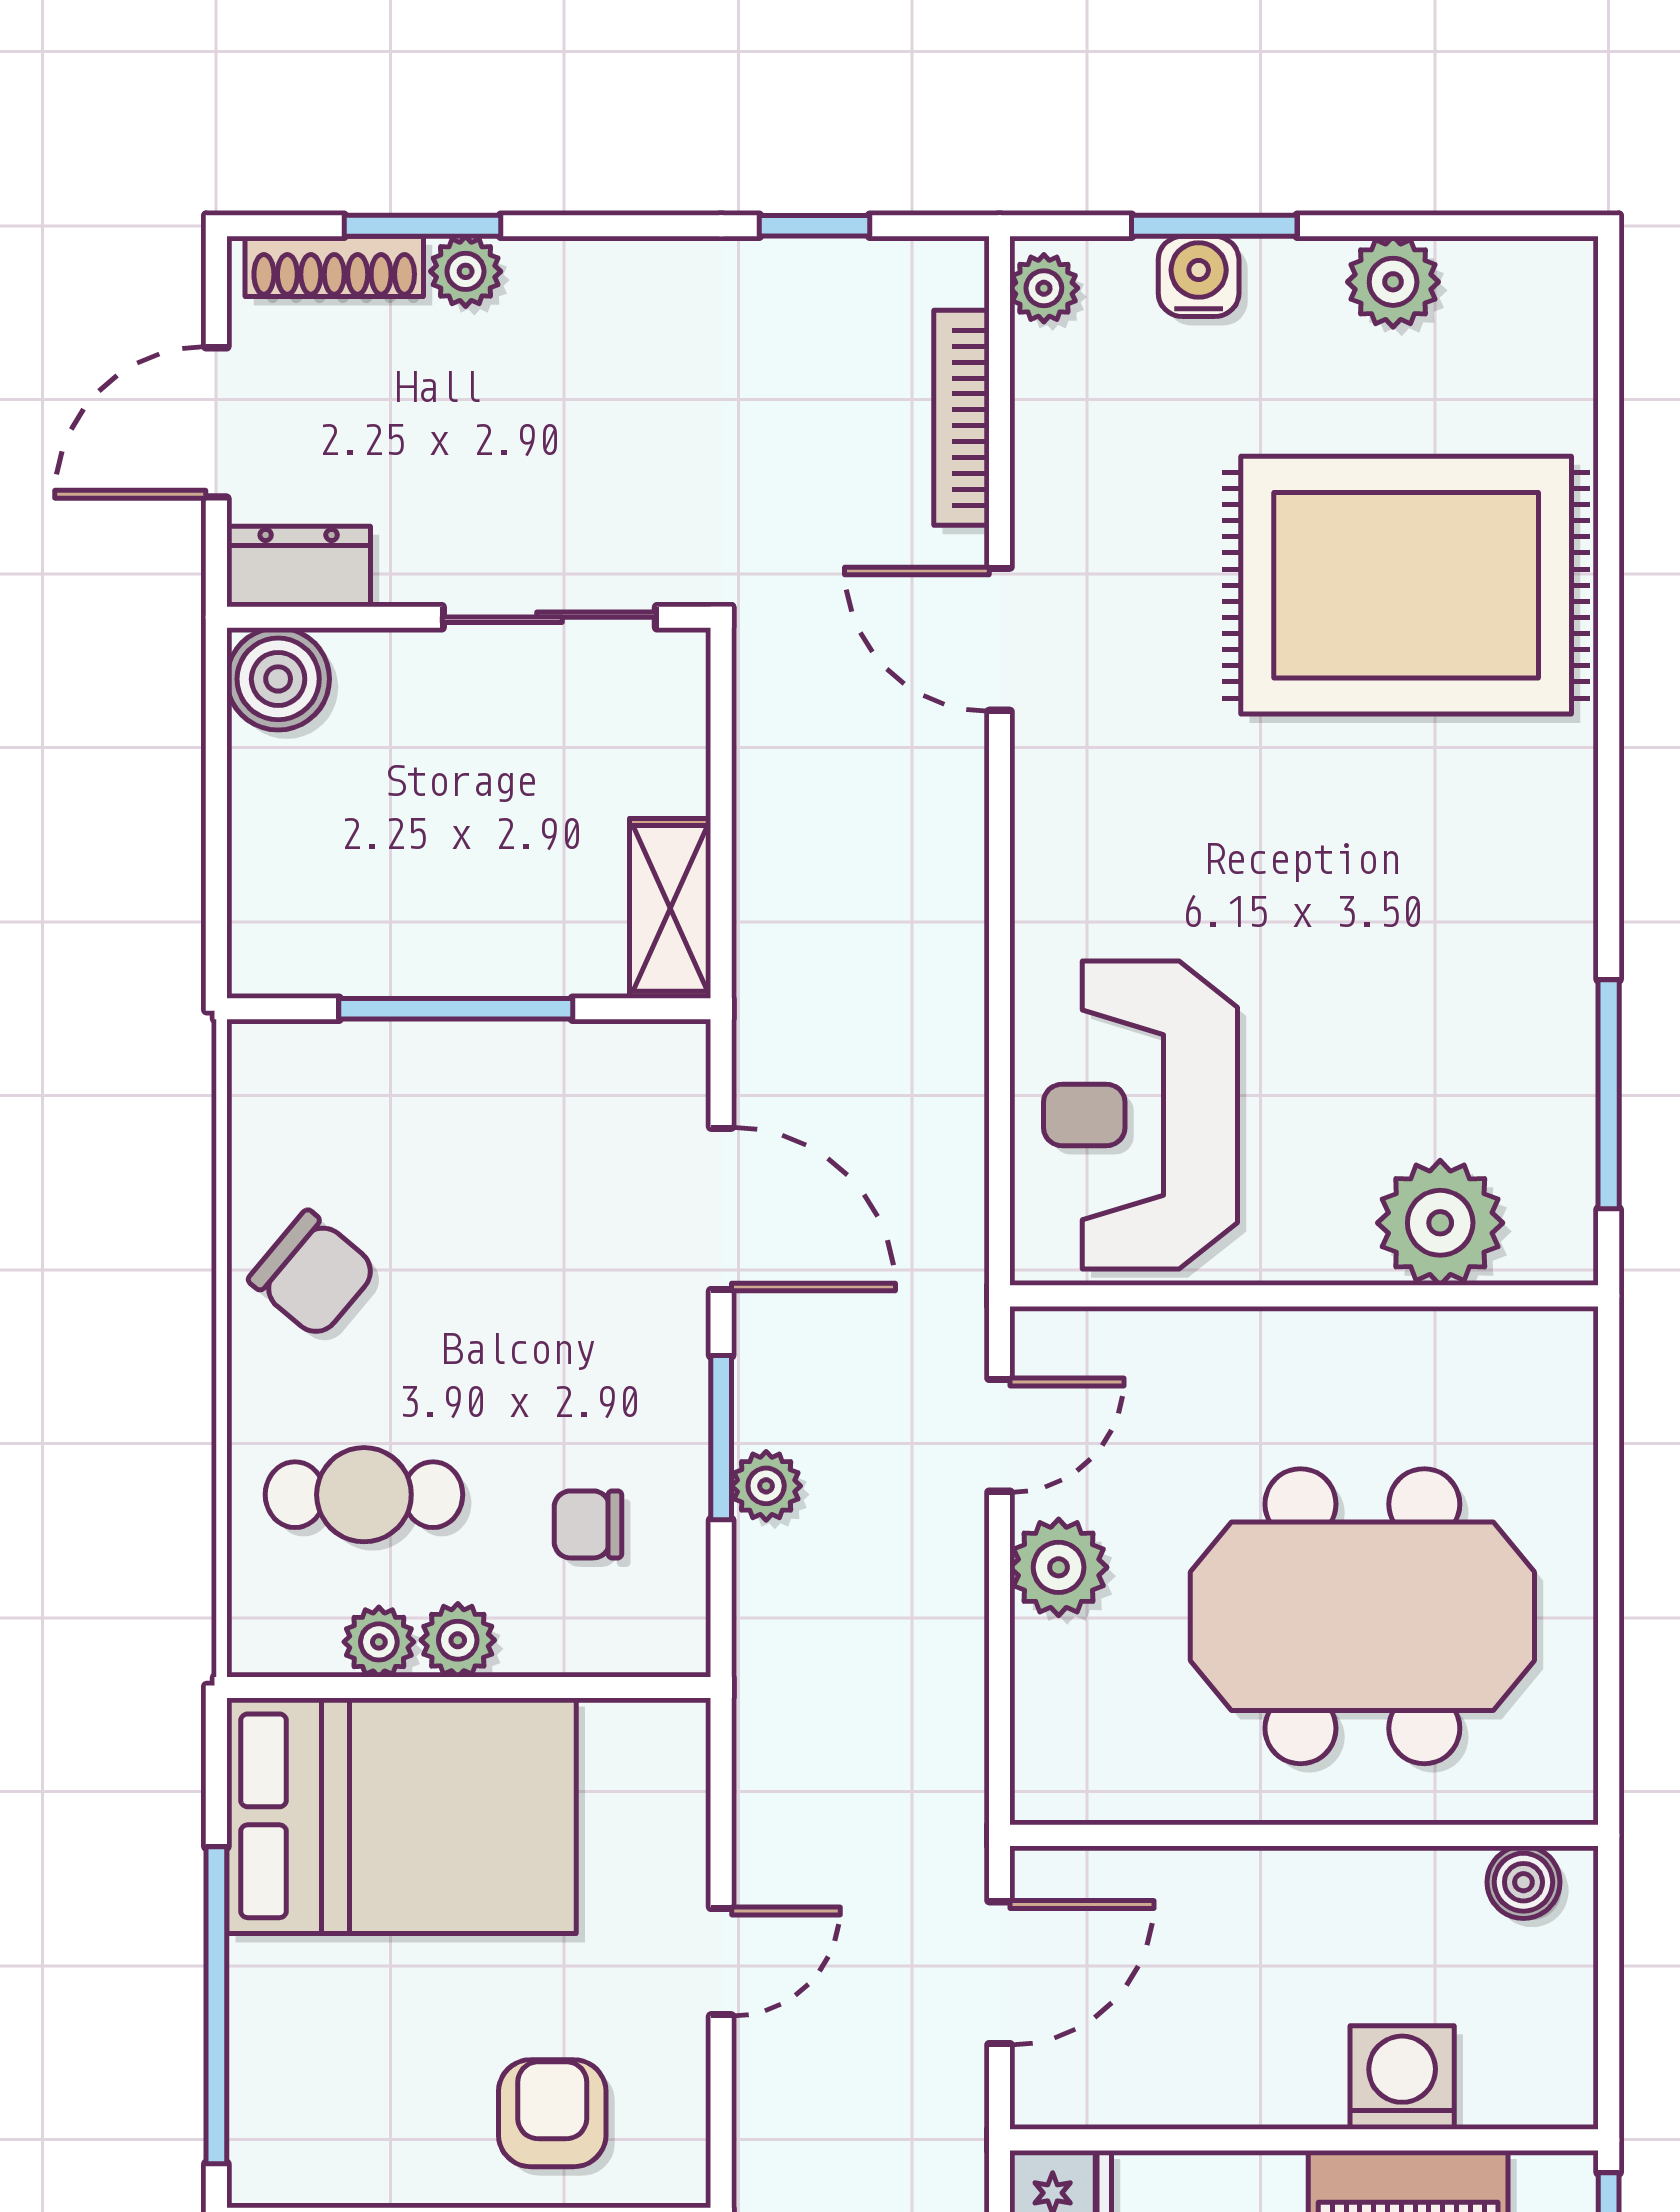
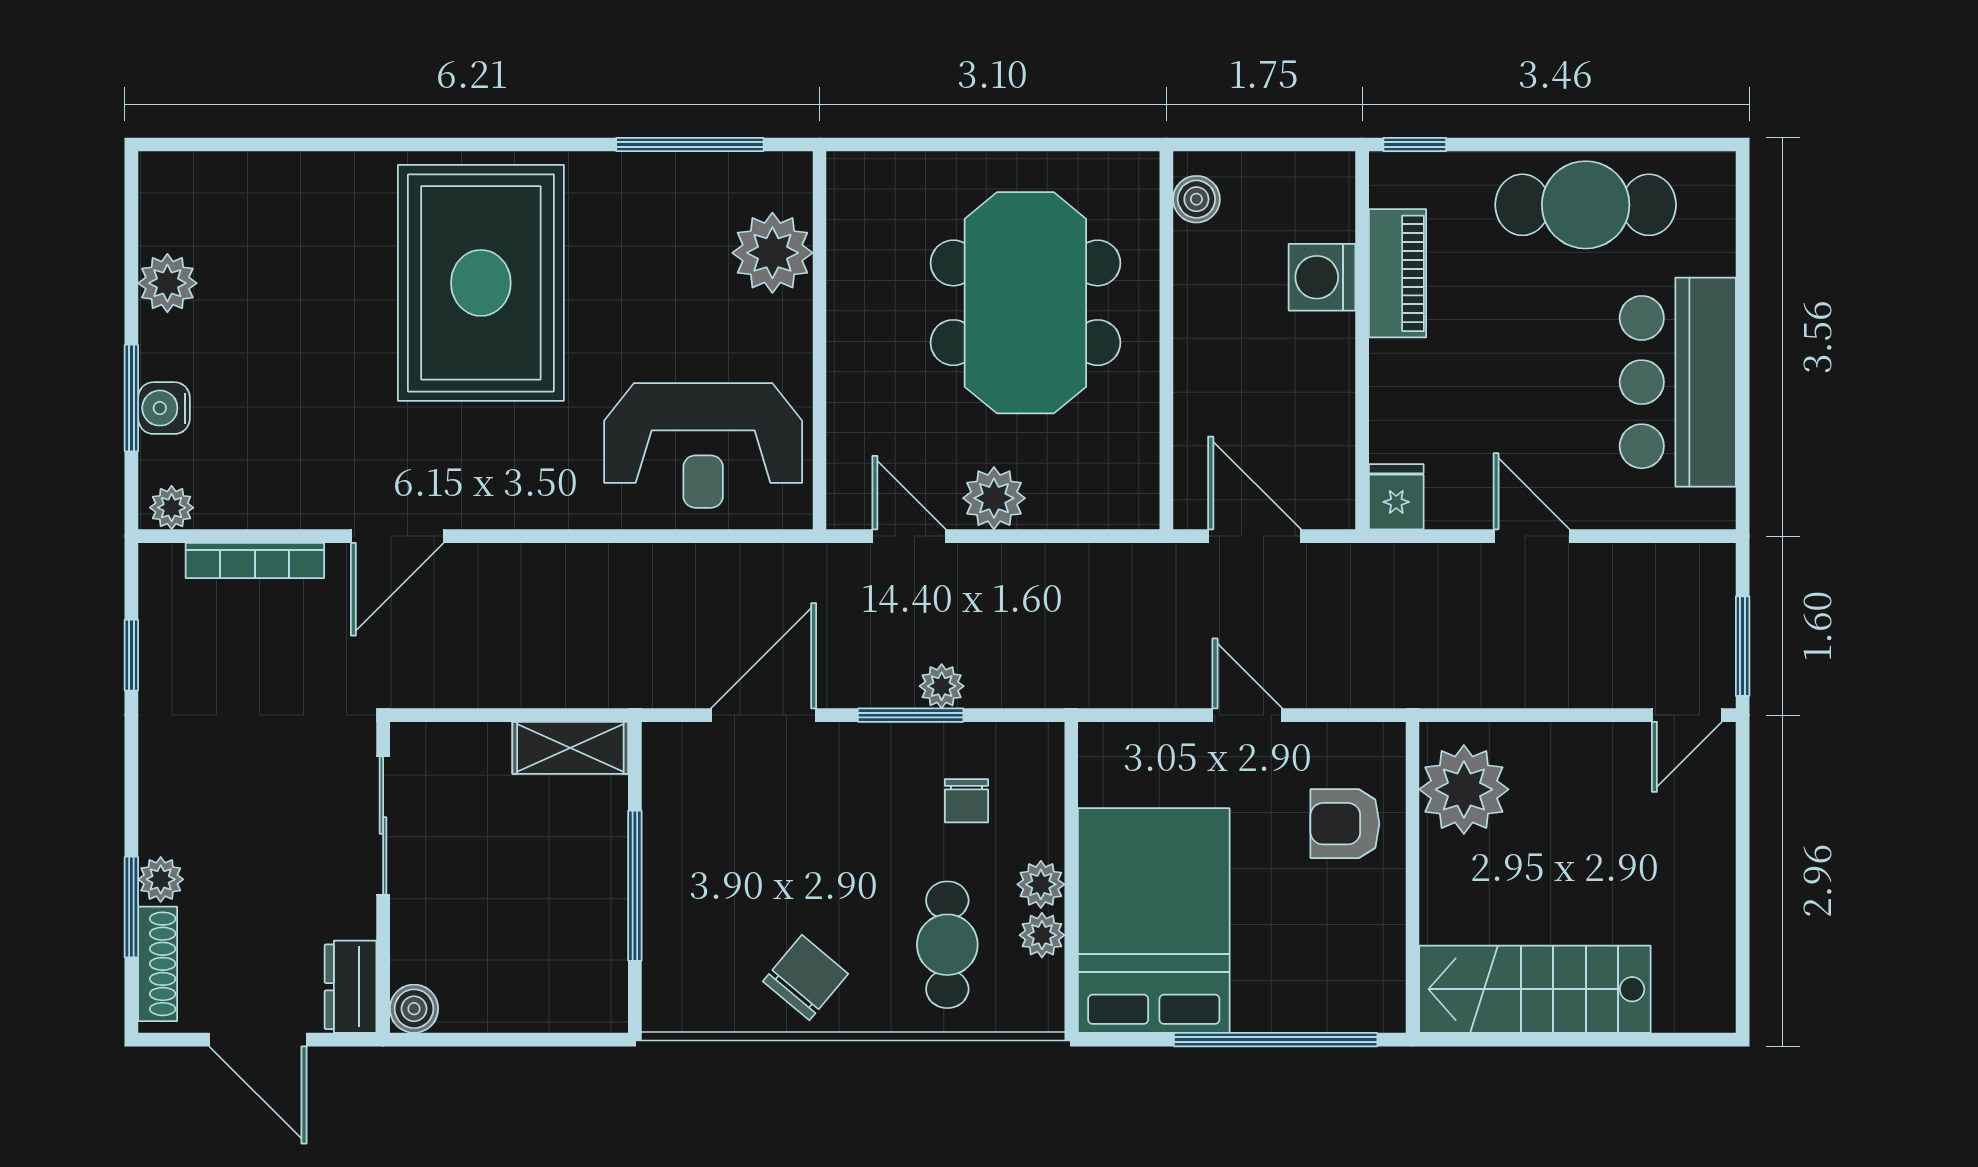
rug: (1406, 585) -> (481, 283), moved
boiler: (278, 679) -> (414, 1009), width x0.73, depth x0.73

